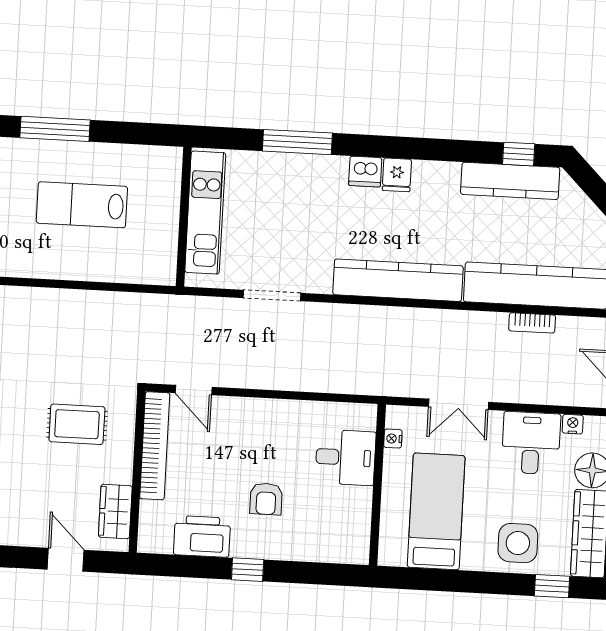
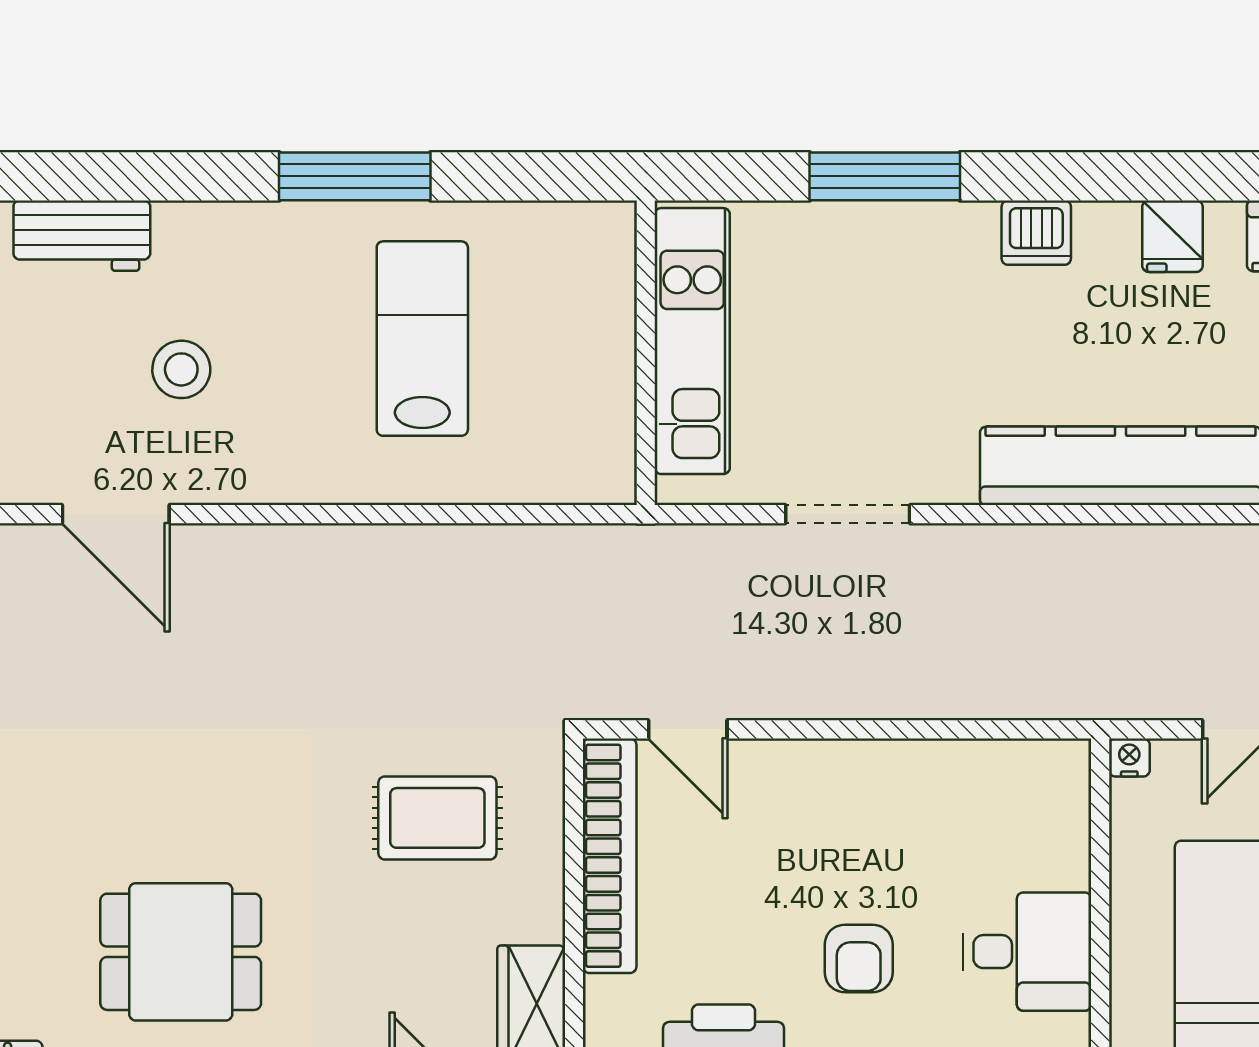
fridge: (397, 175) -> (1172, 236), moved
lab bench: (82, 205) -> (422, 339), turned 90
nightstand: (393, 439) -> (1129, 757), moved, turned 90
desk: (346, 457) -> (1027, 952), moved

